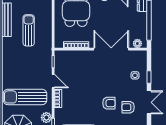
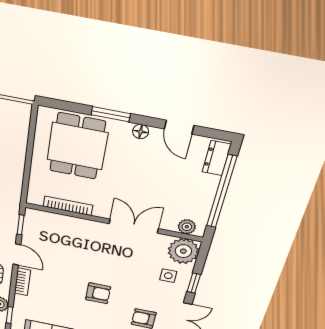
double door: (111, 49) -> (134, 226), width x0.73
plant: (139, 58) -> (183, 251), added
armchair: (109, 103) -> (98, 293), moved

